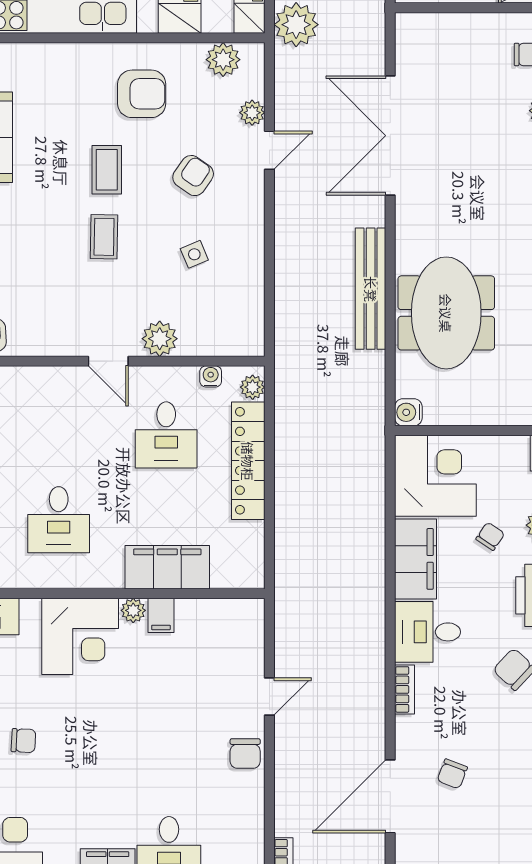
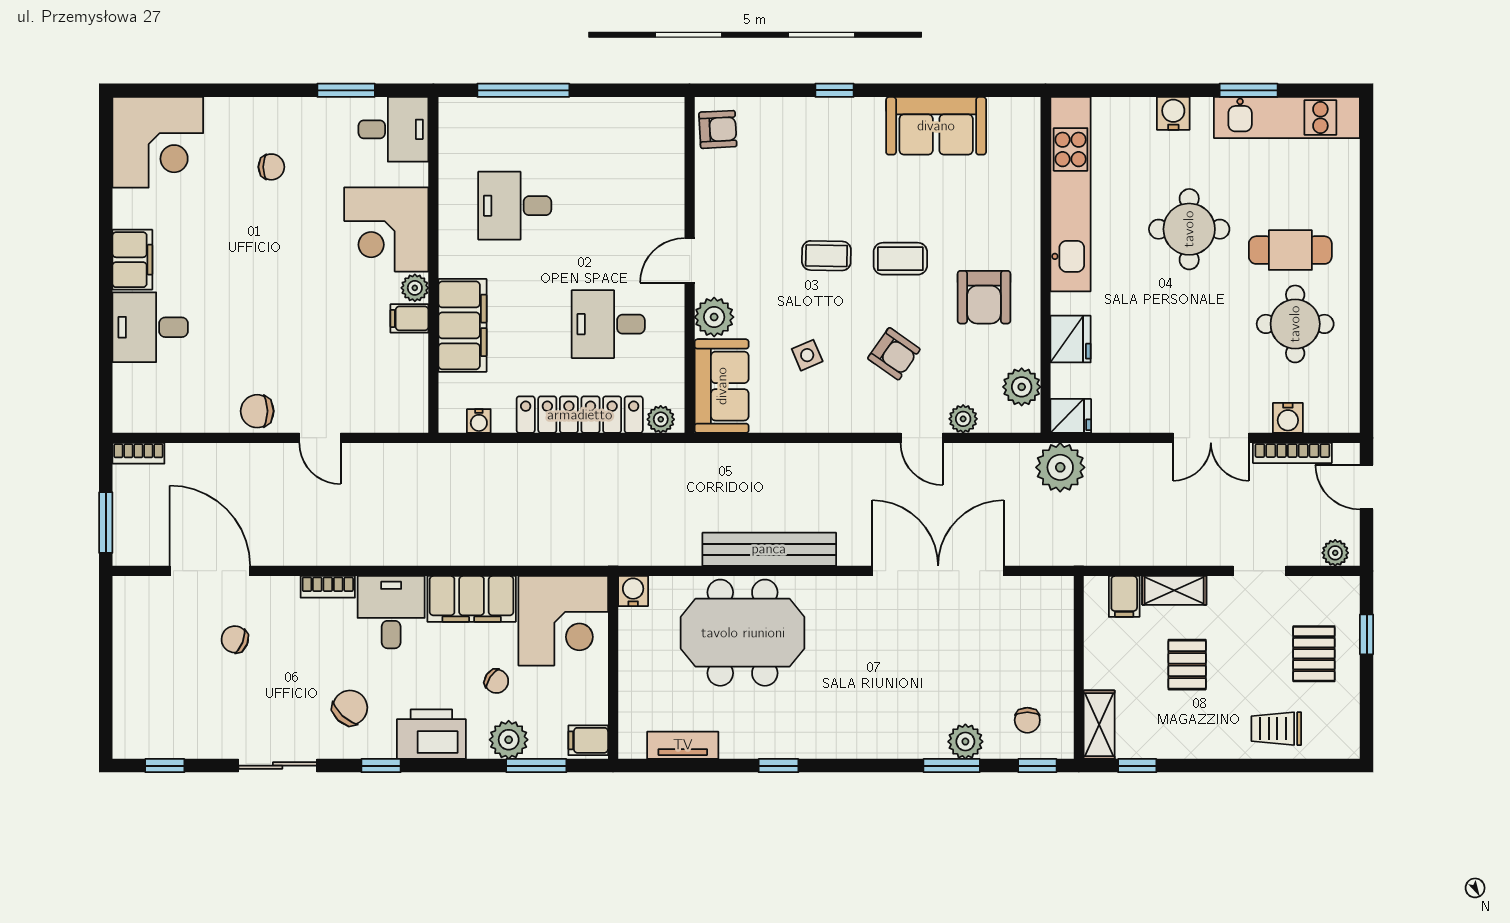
sofa: (222, 332) -> (722, 386), added
water cooler: (211, 376) -> (479, 421), moved, turned 90
chair: (23, 741) -> (271, 167), turned -93

